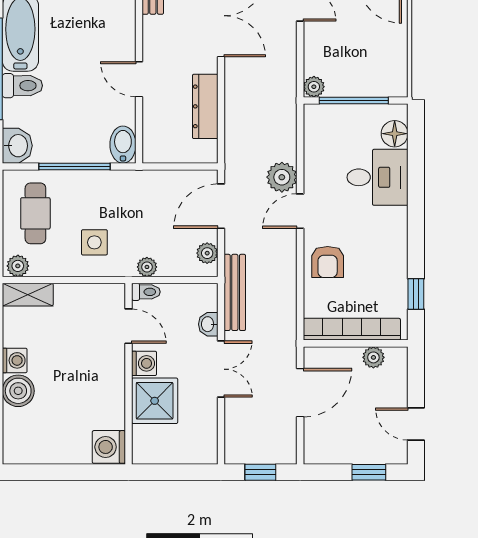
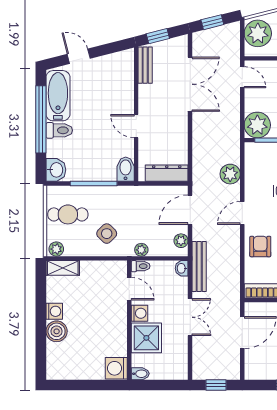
plant: (314, 87) -> (257, 125), width x1.88, depth x1.88
dresser: (205, 106) -> (167, 173), moved, turned 90
plant: (282, 177) -> (230, 174), moved
cafe table: (35, 213) -> (68, 214), turned 90
side table: (94, 242) -> (107, 234), turned 45
armchair: (328, 262) -> (260, 246), turned 180
washbasin: (208, 324) -> (182, 268), moved
bidet: (145, 455) -> (140, 374), added

